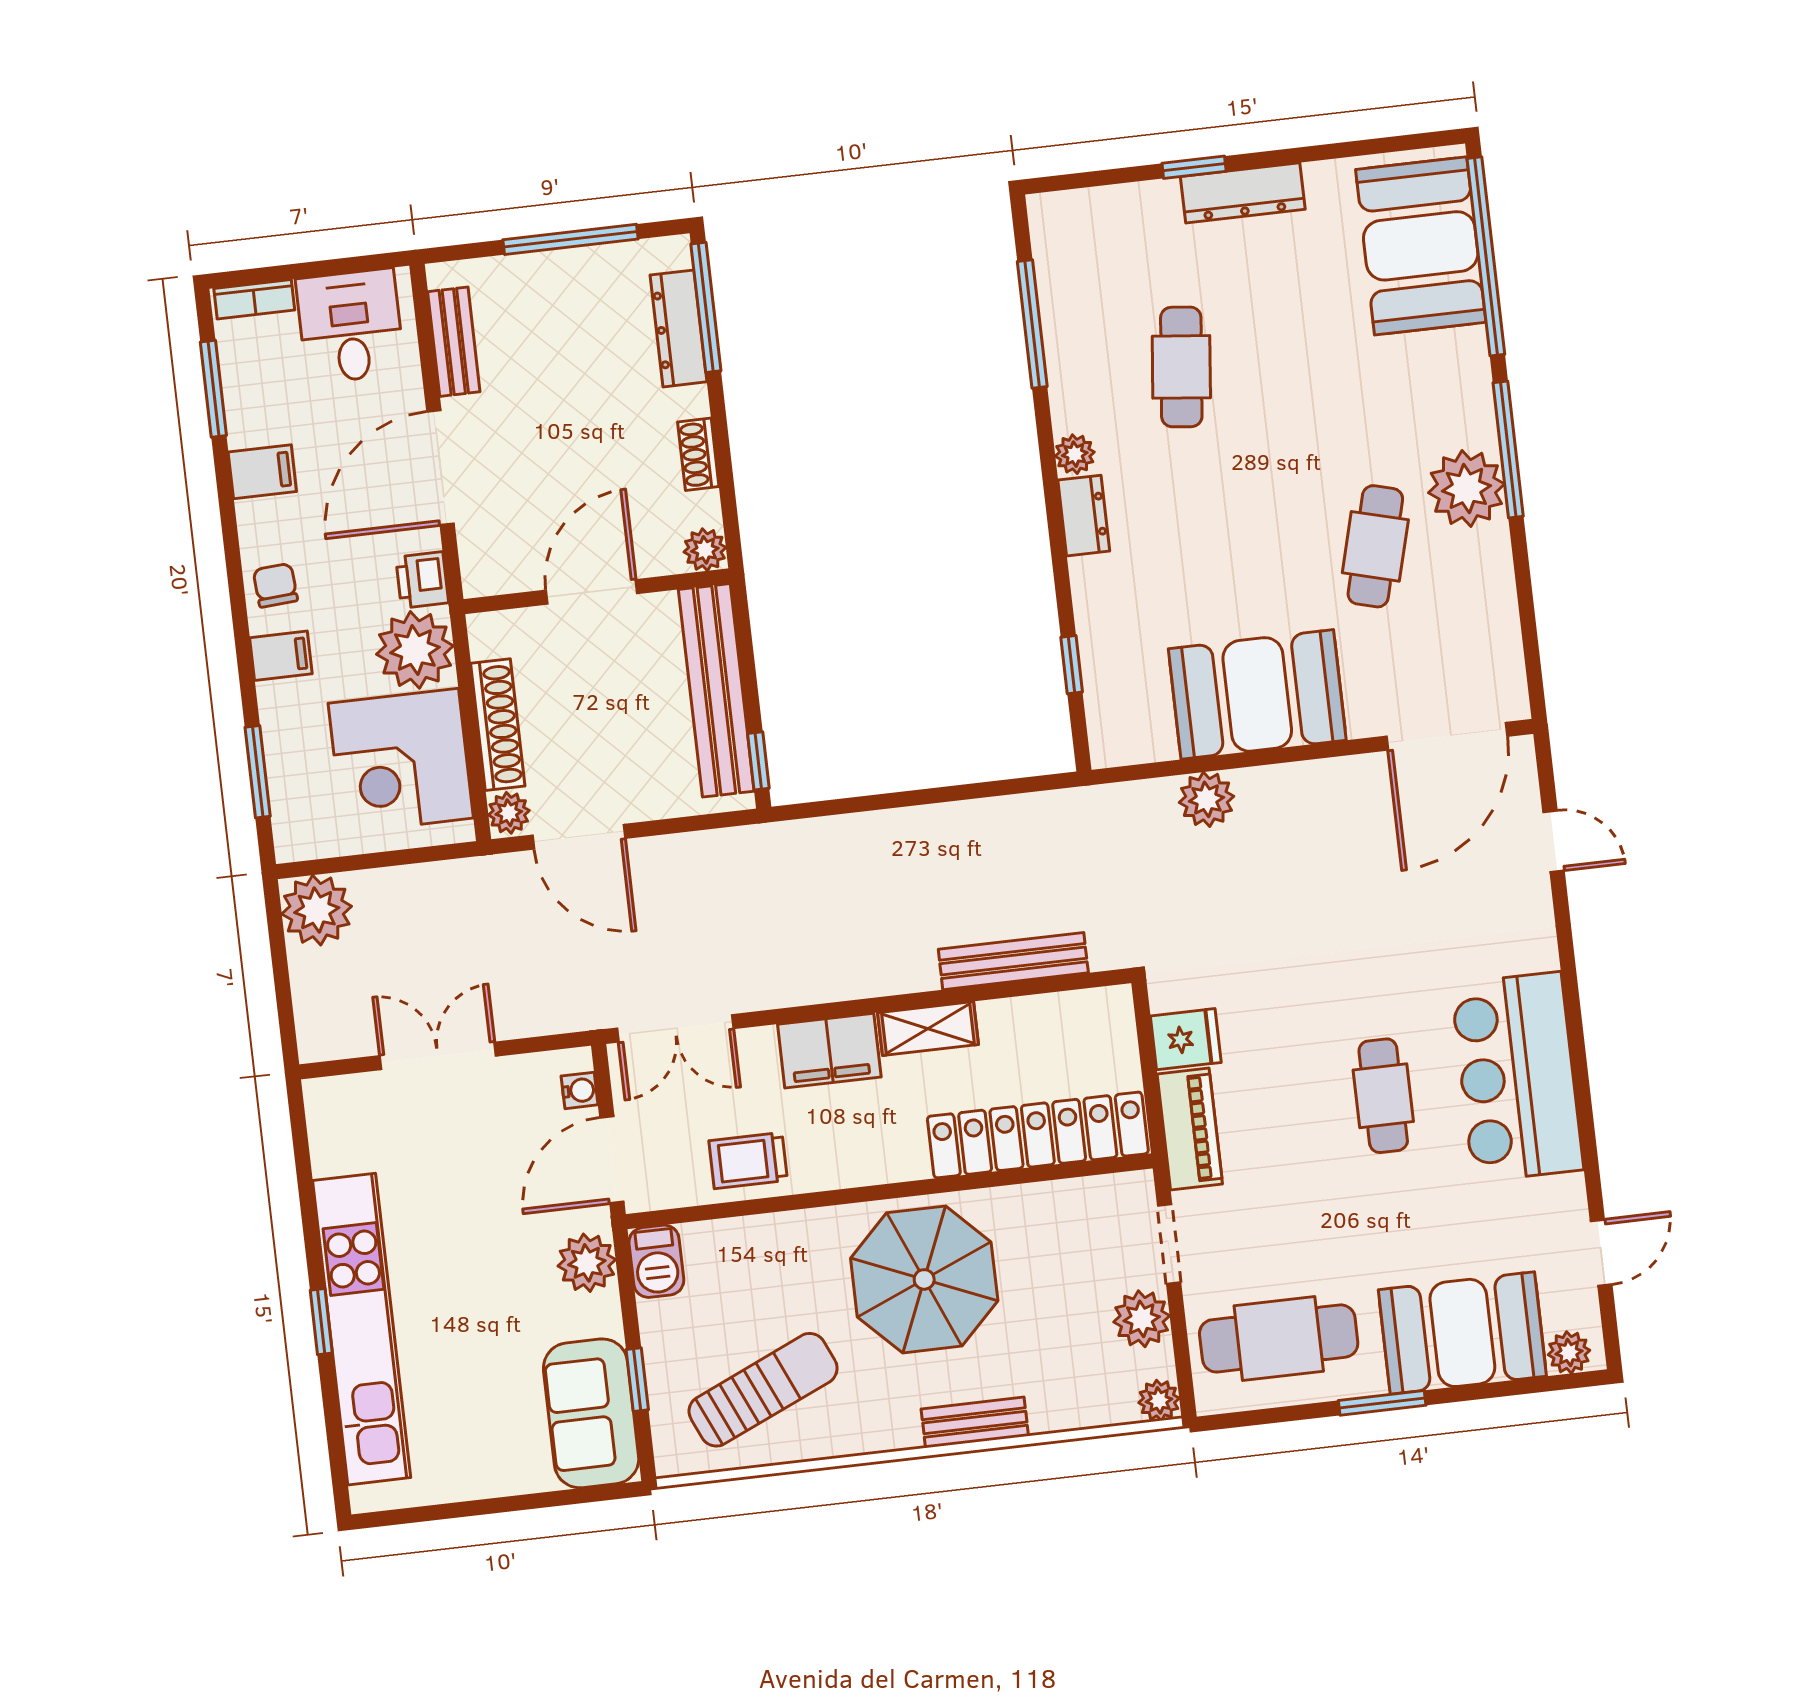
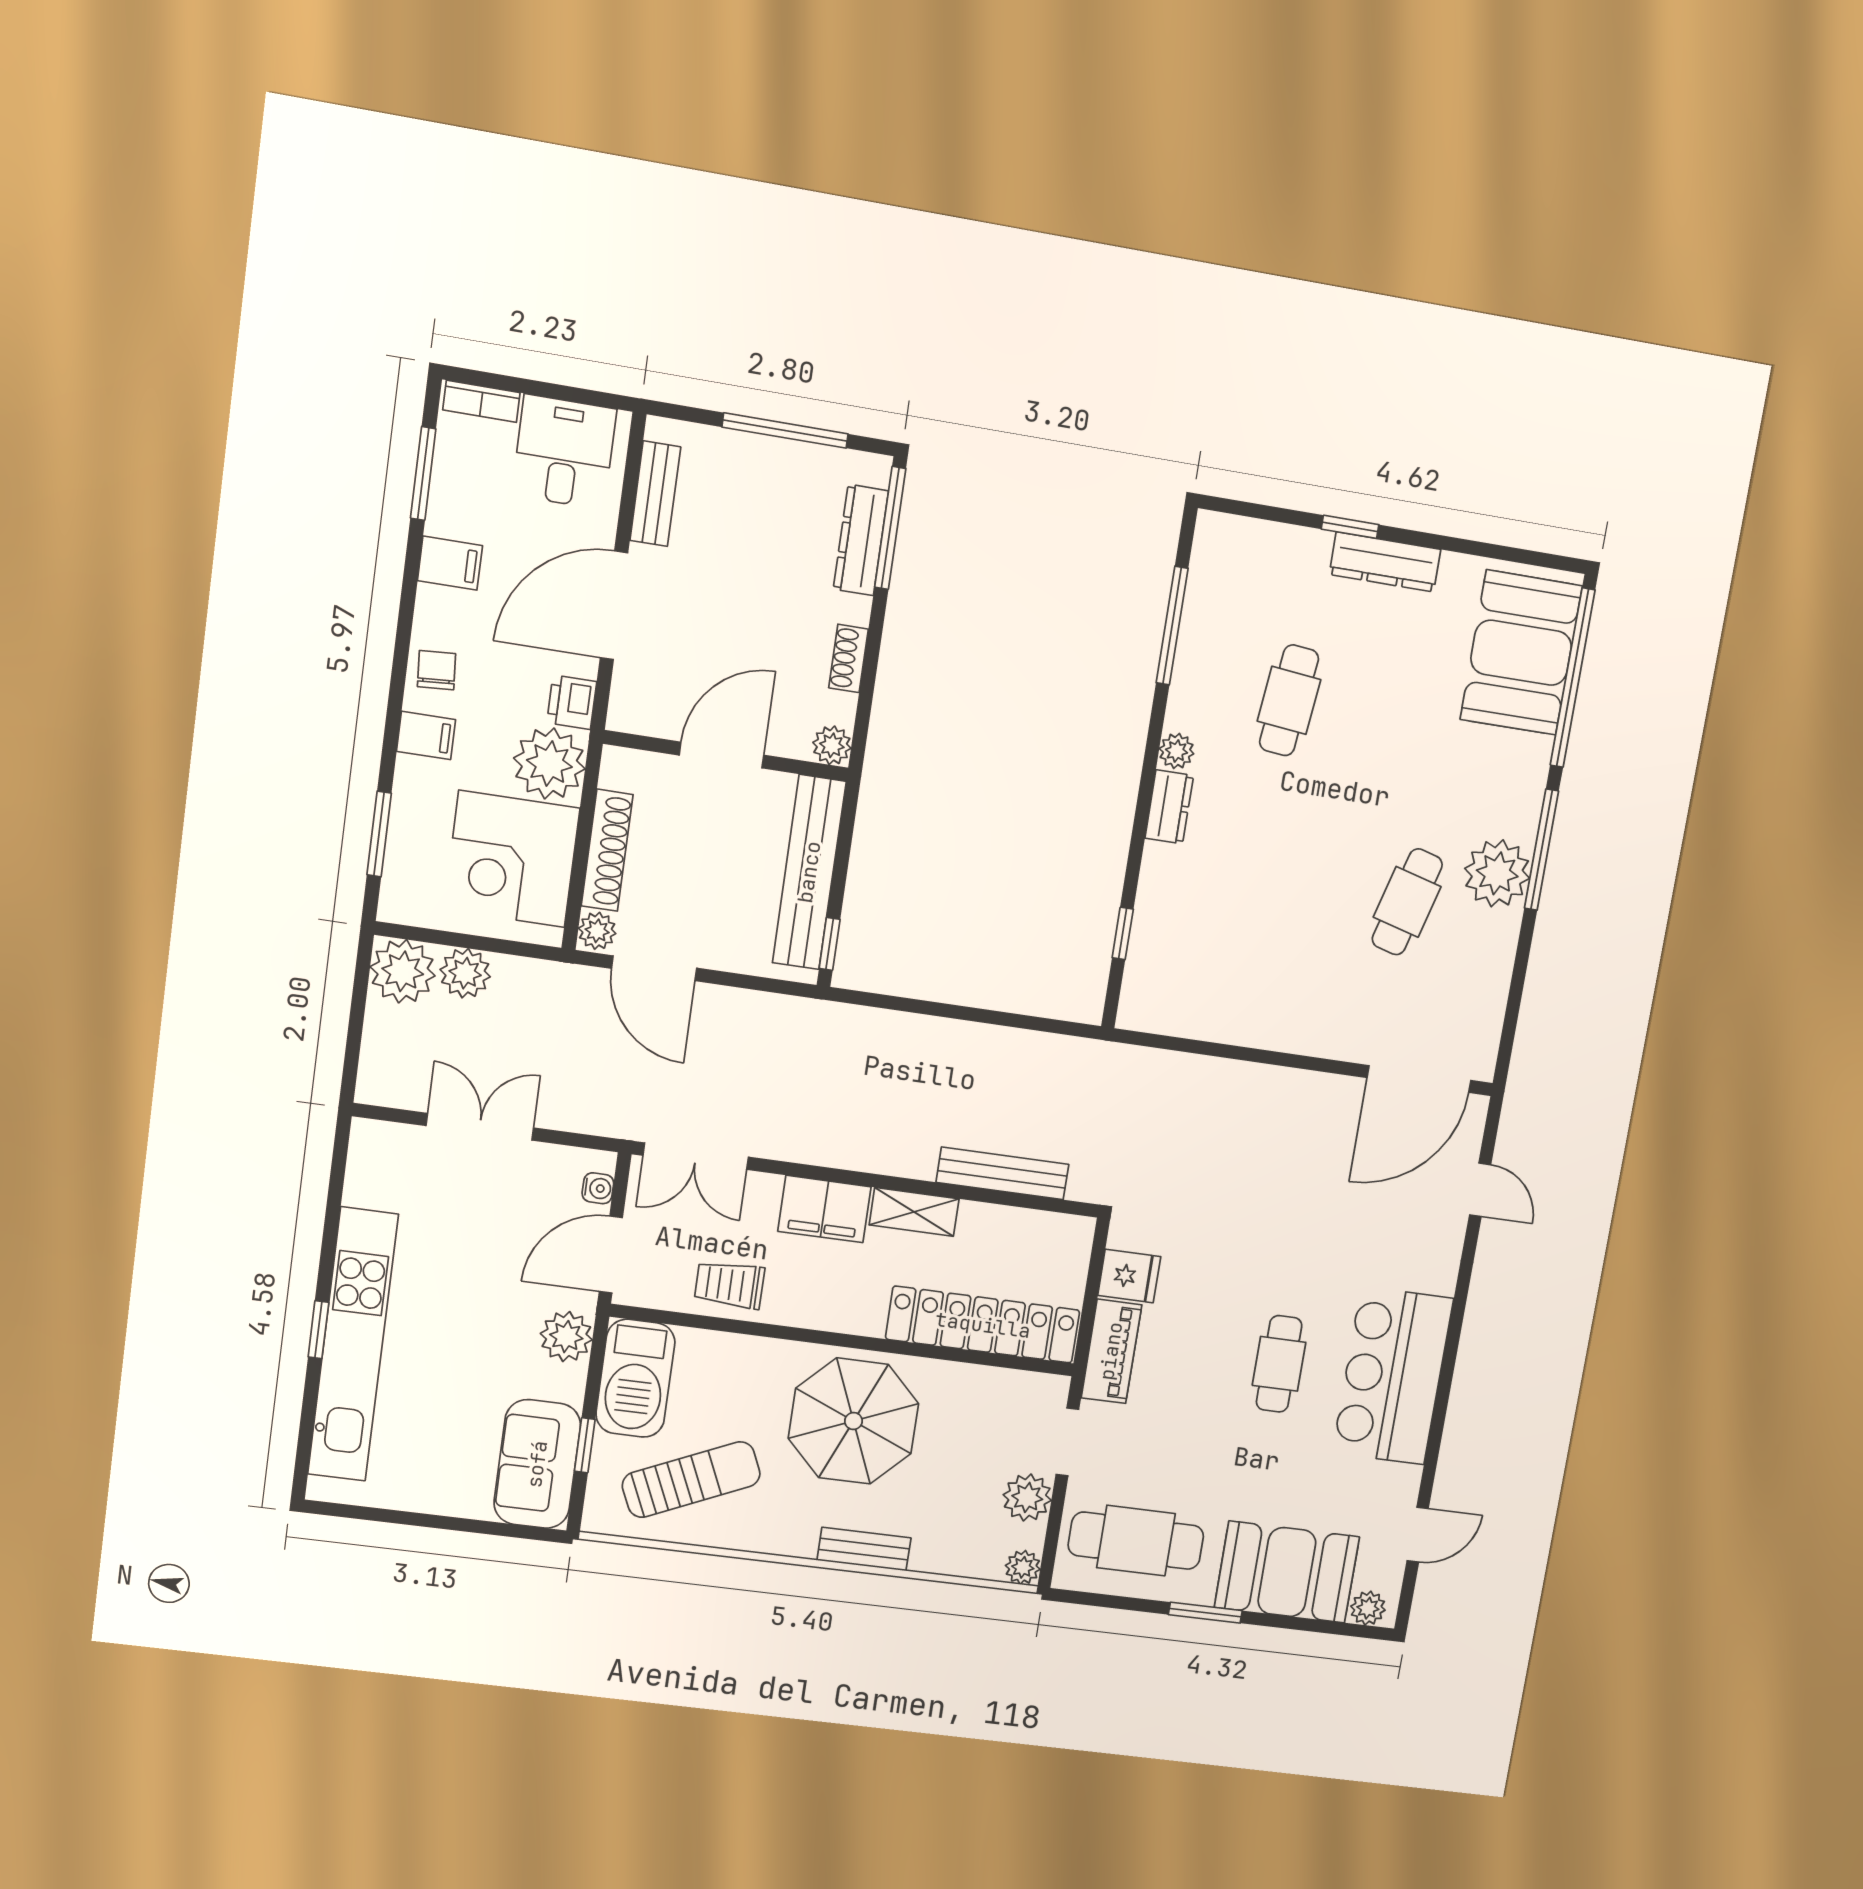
booth: (1257, 694) -> (1272, 1001), removed
plant: (1207, 799) -> (465, 973), moved
barbecue: (656, 1261) -> (635, 1378), width x1.88, depth x1.53

